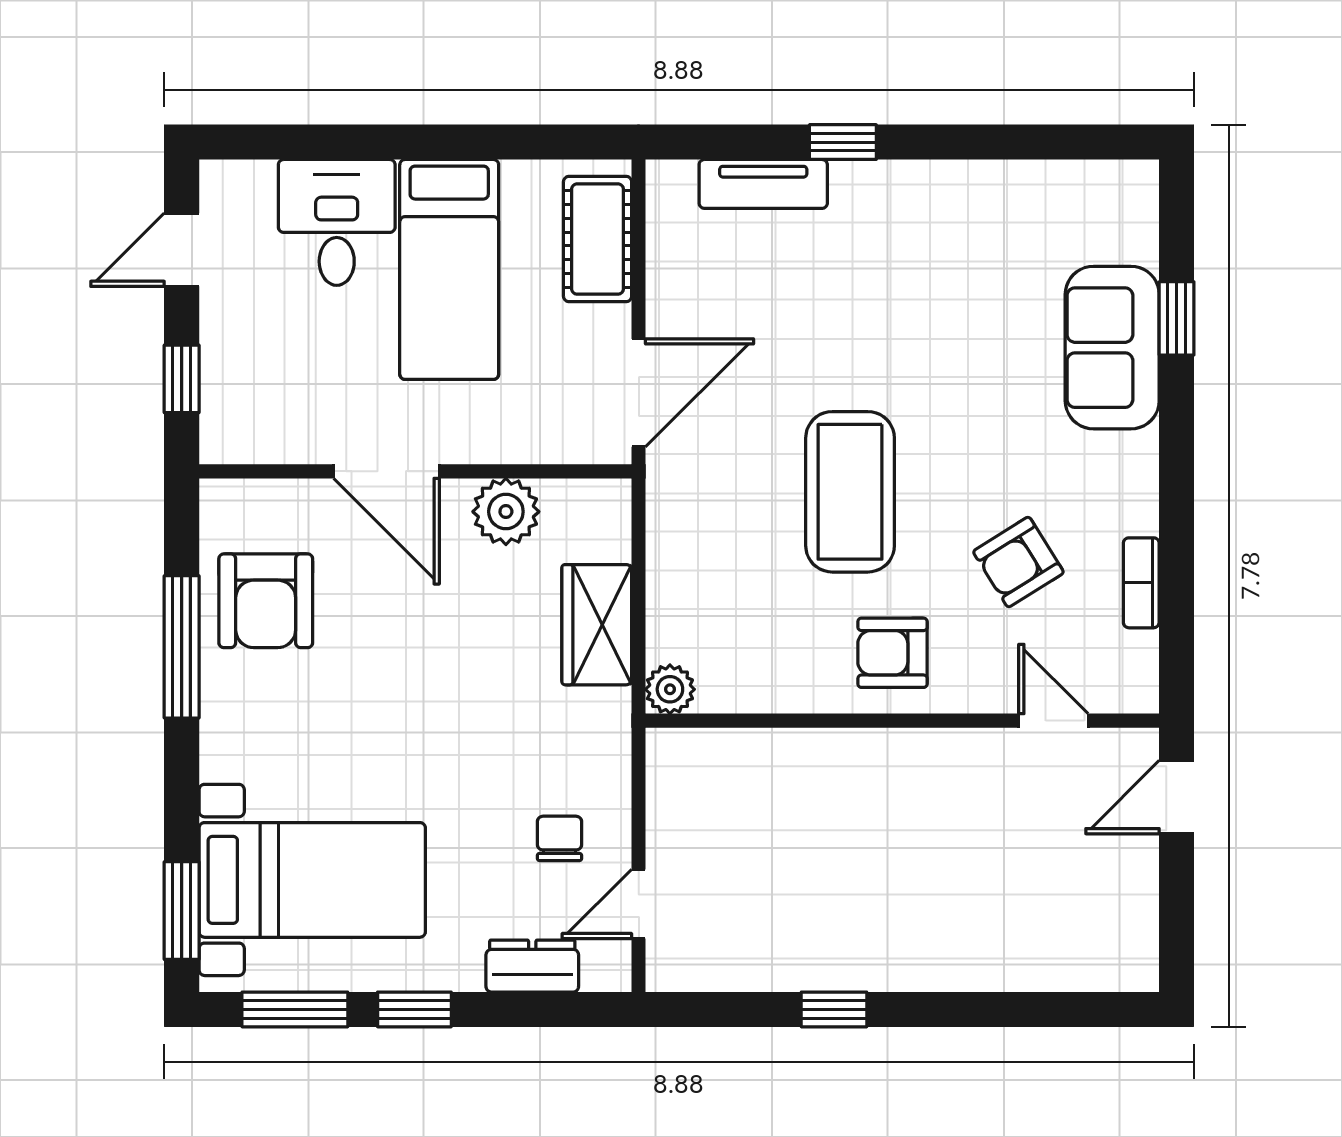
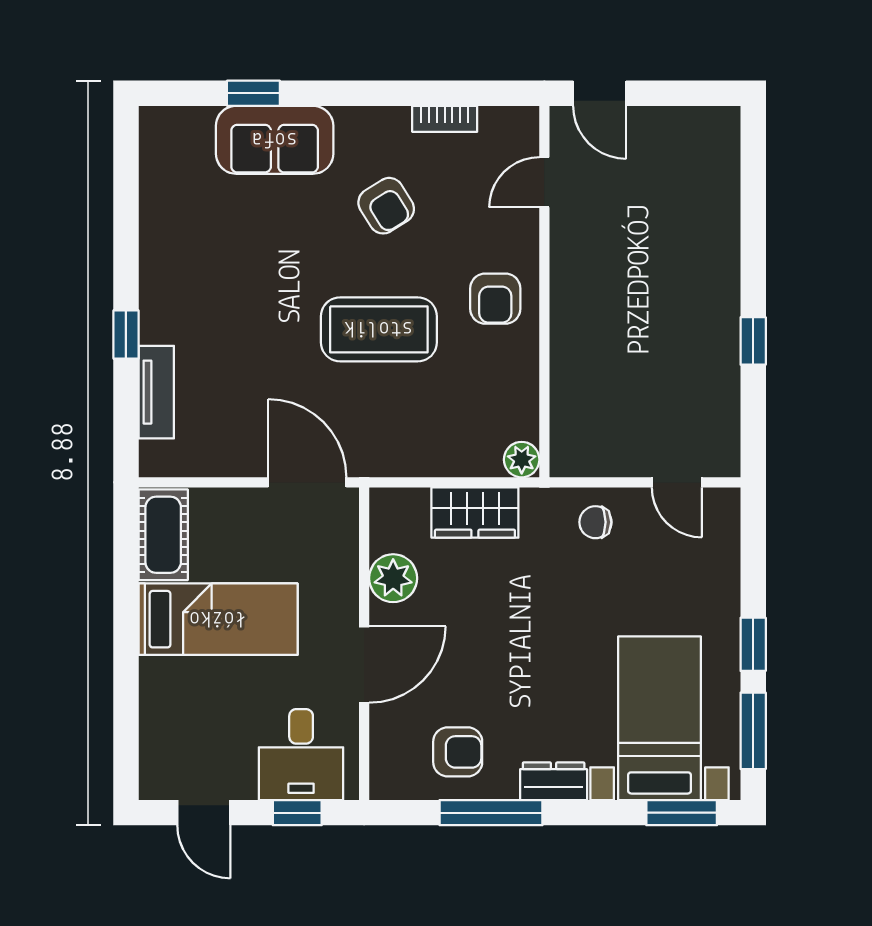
desk: (337, 222) -> (301, 755), moved, turned -90
cot: (598, 239) -> (163, 535), moved, turned 90
armchair: (1018, 562) -> (386, 206), moved
armchair: (266, 601) -> (458, 752), width x0.72, depth x0.72
chair: (559, 838) -> (595, 522), moved
dresser: (532, 966) -> (554, 781), moved, turned 90

